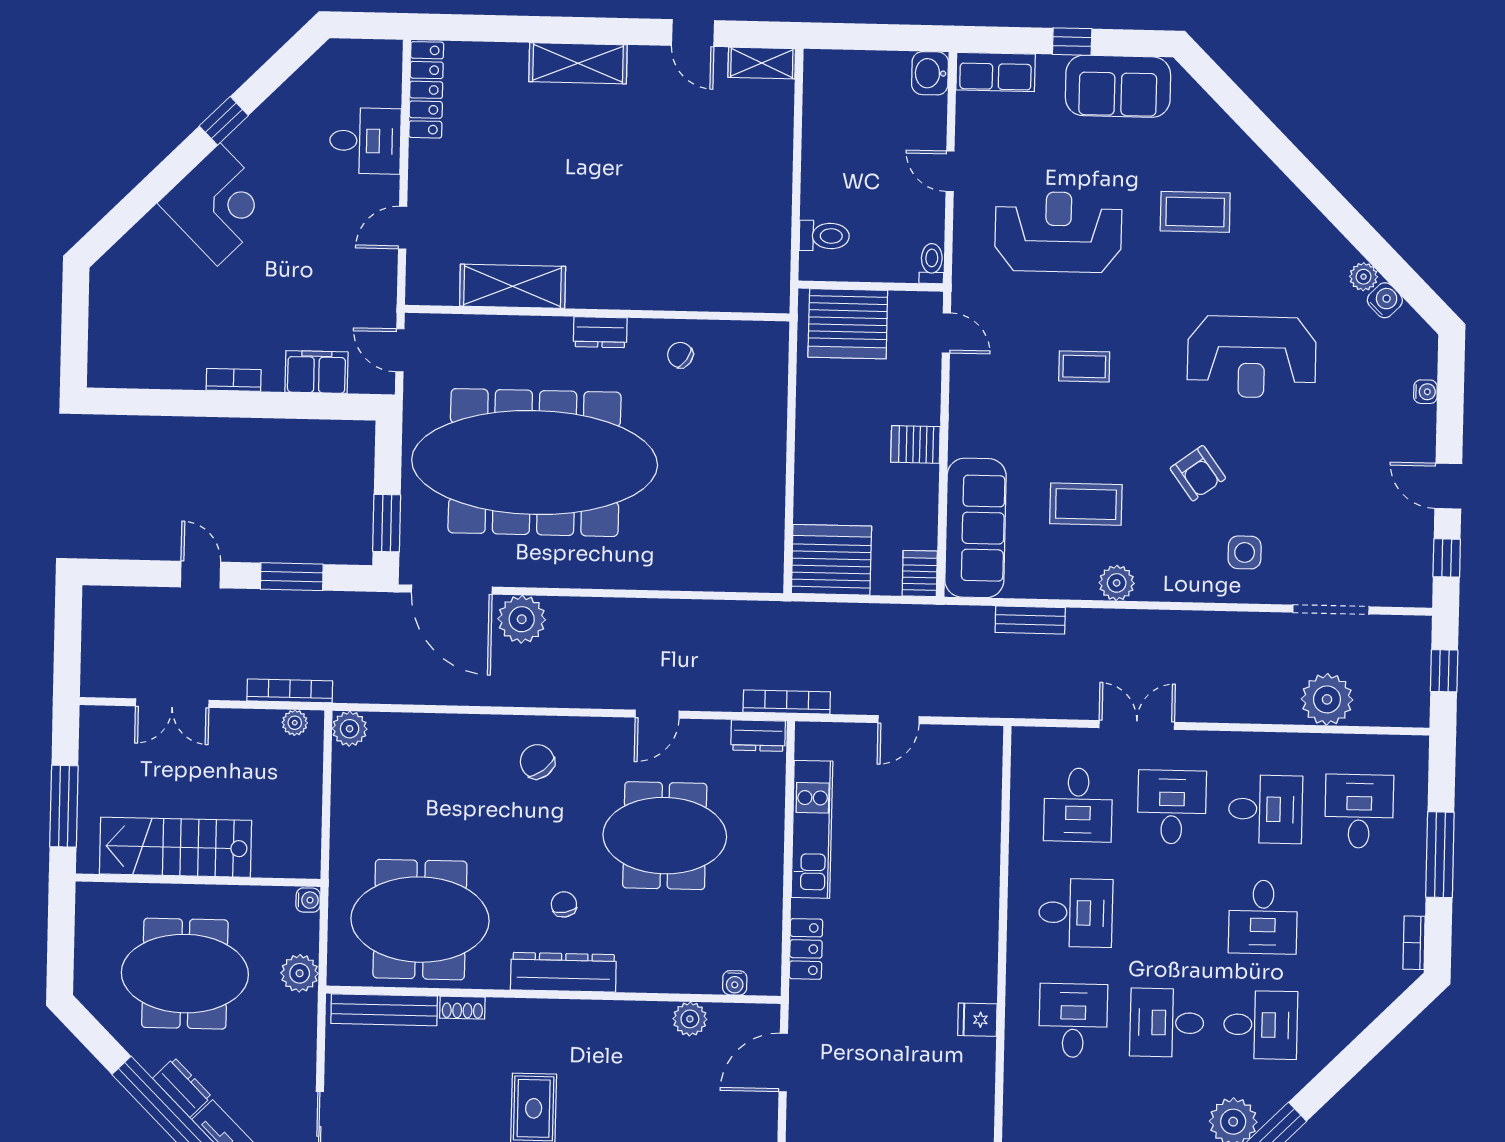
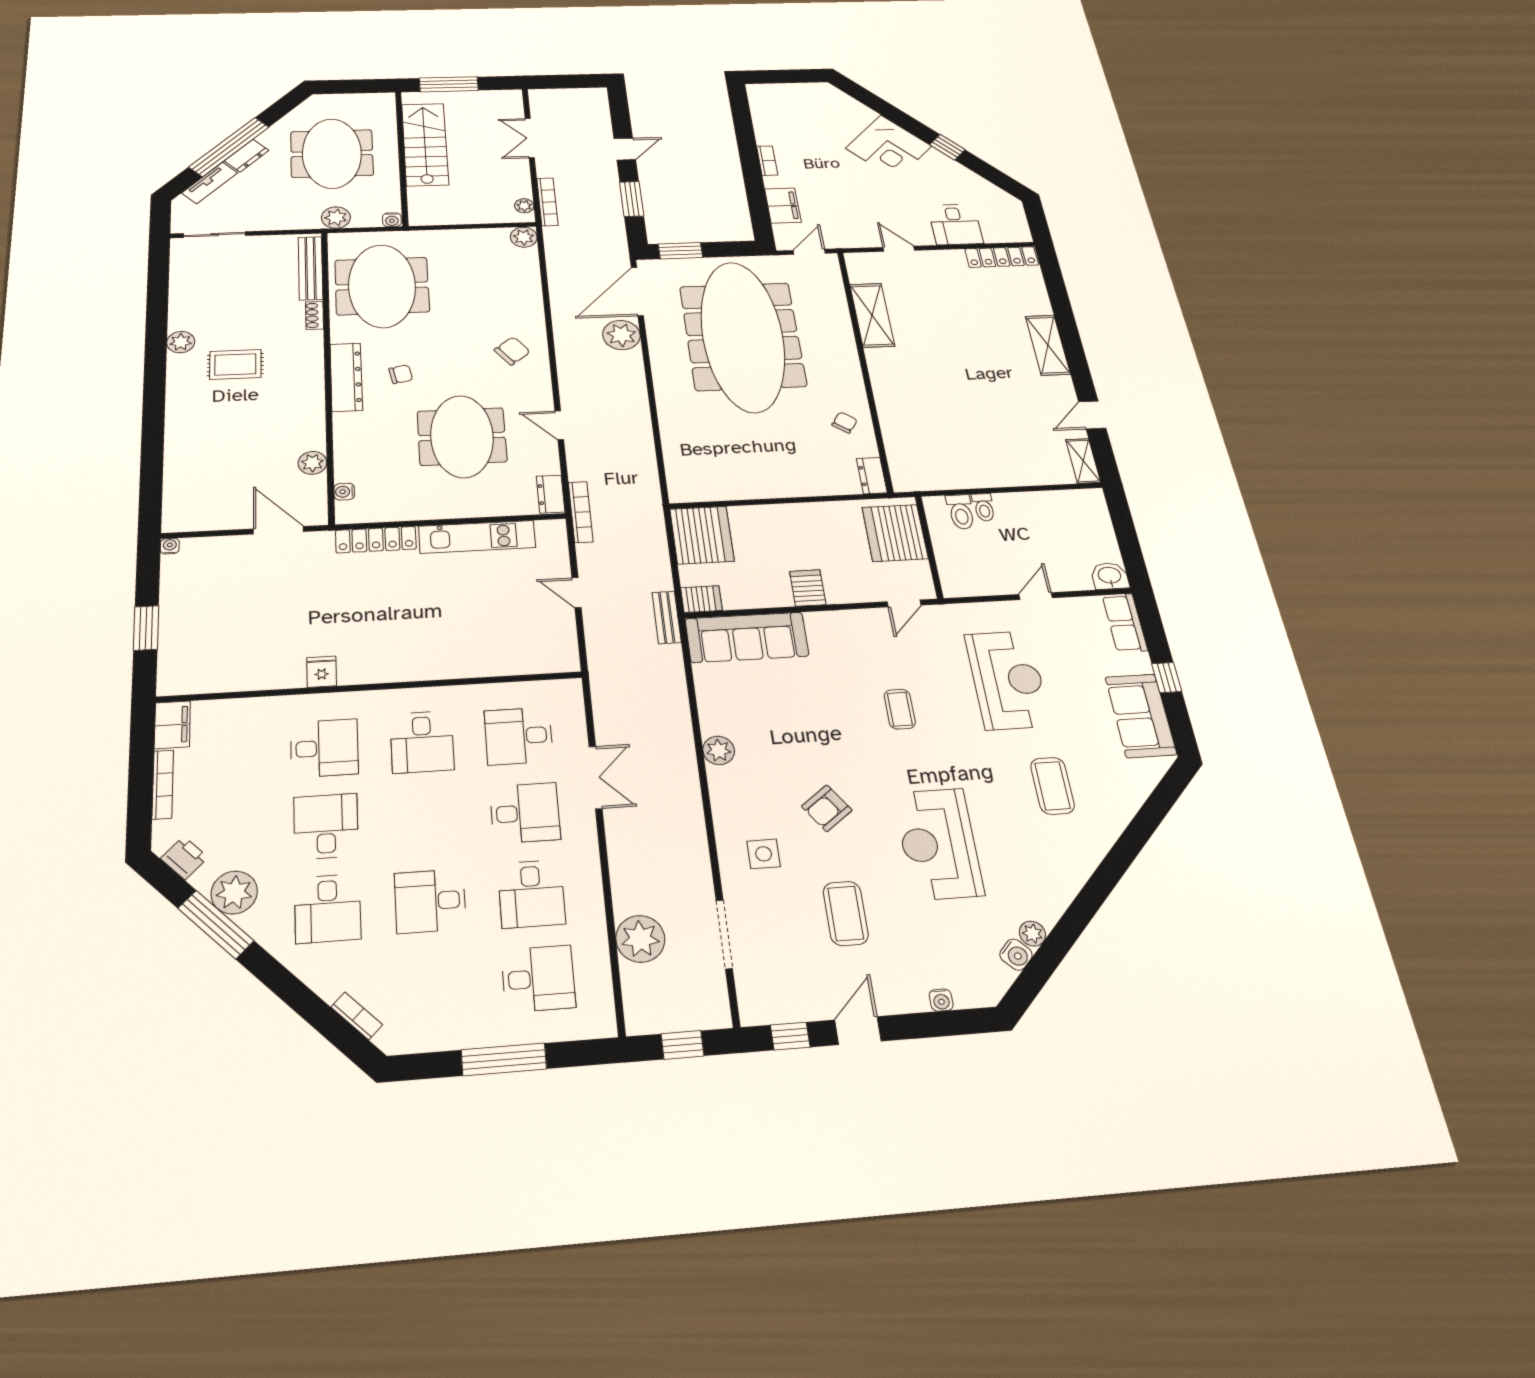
toilet: (932, 264) -> (984, 507), moved, turned 90
dresser: (600, 332) -> (872, 476), moved
coffee table: (1086, 504) -> (846, 913), moved
bench: (1030, 620) -> (667, 617), moved
bookcase: (1414, 943) -> (357, 1016), moved, turned 45
locker: (806, 949) -> (376, 540), width x1.53

